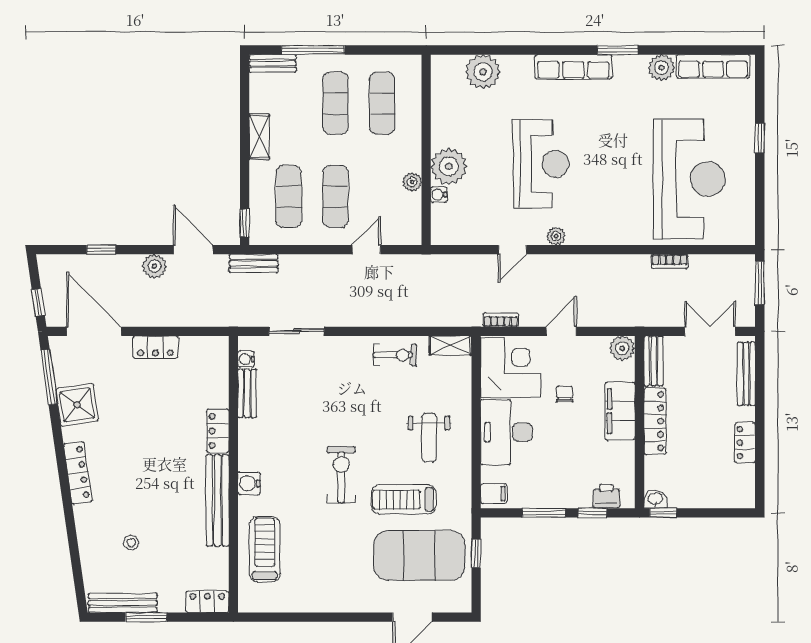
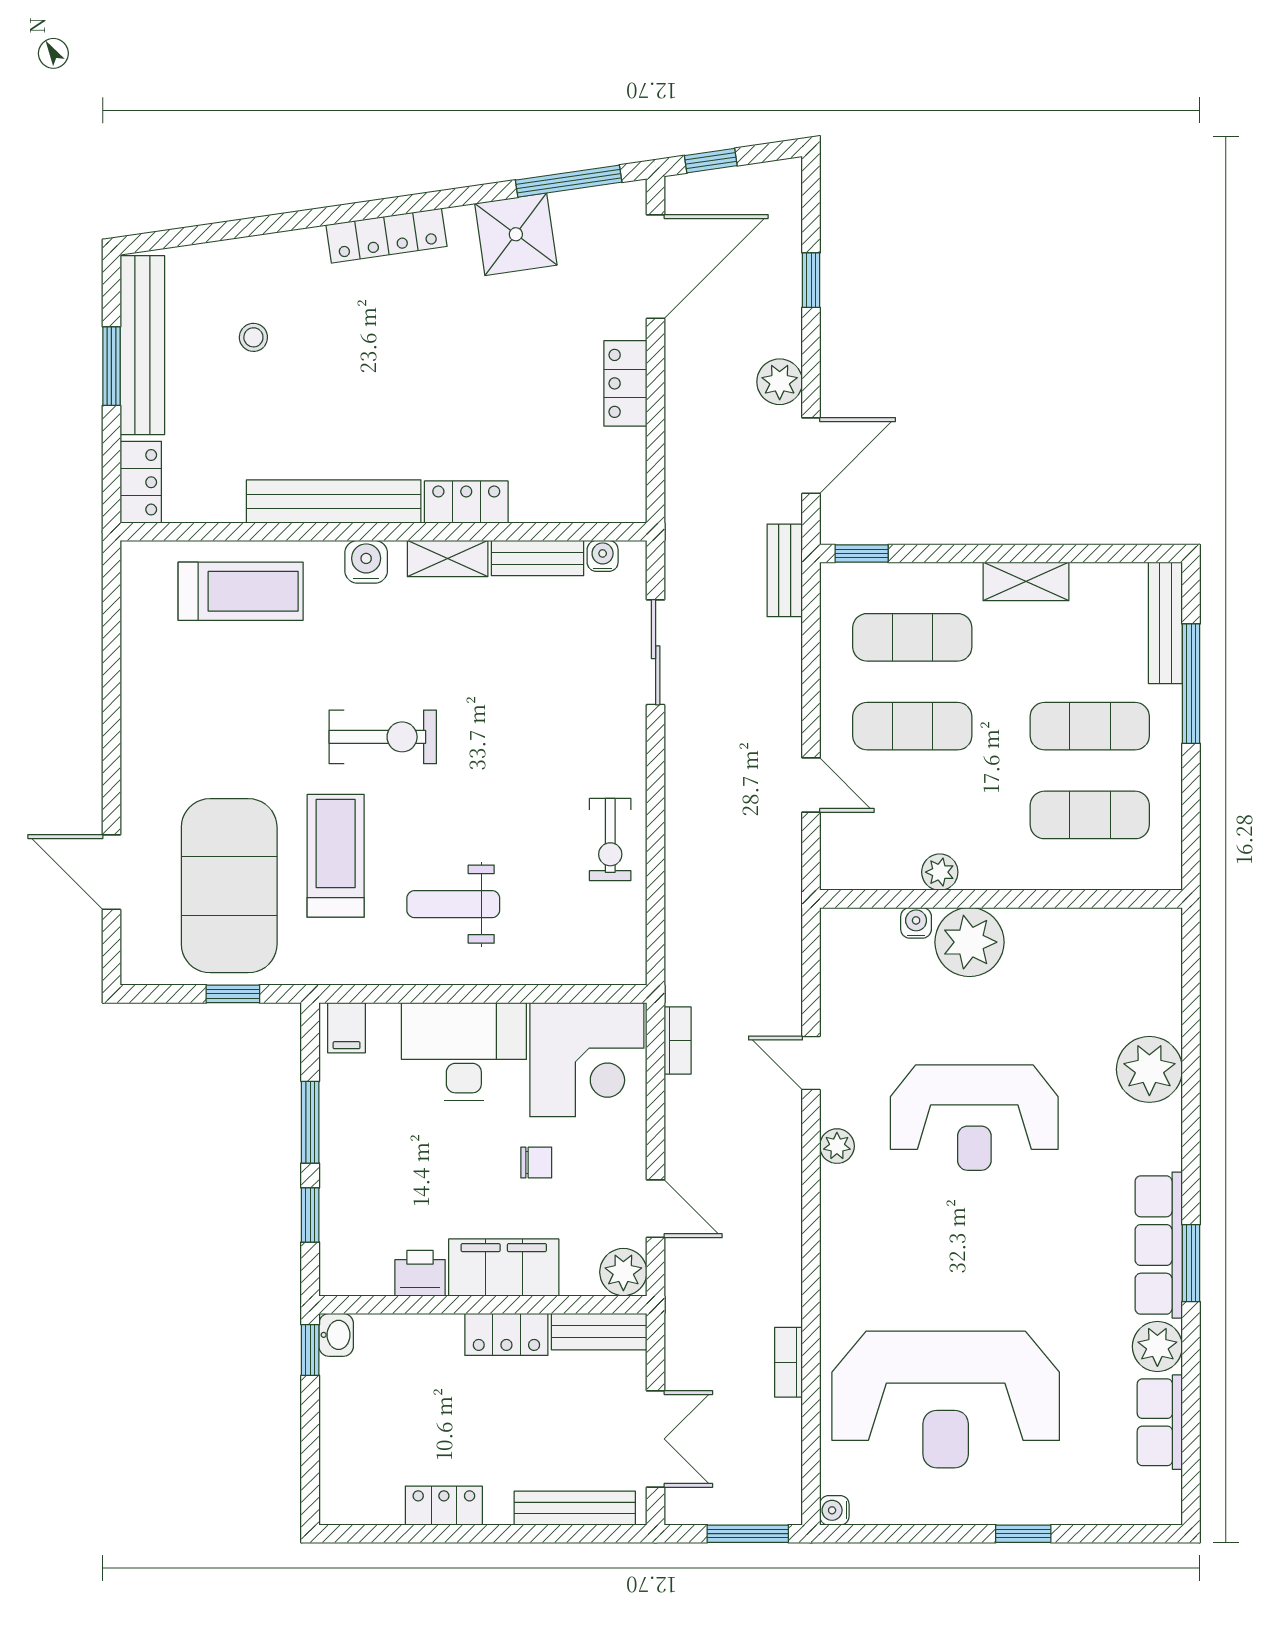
bench: (273, 63) -> (1165, 623), width x1.36
row of seats: (713, 66) -> (1160, 1422), width x0.68
row of seats: (573, 67) -> (1159, 1245), moved
plant: (483, 72) -> (1149, 1069), moved
water cooler: (747, 237) -> (834, 1510), added
door: (561, 331) -> (656, 1209), moved
shelving: (450, 345) -> (448, 559), moved, turned 90
locker: (655, 421) -> (506, 1334), width x0.66
printer: (606, 496) -> (420, 1273), moved, turned -90
bench: (123, 603) -> (142, 345), width x1.37, depth x1.21

